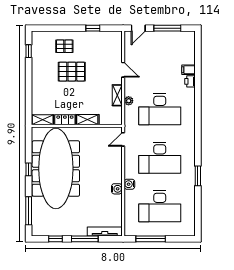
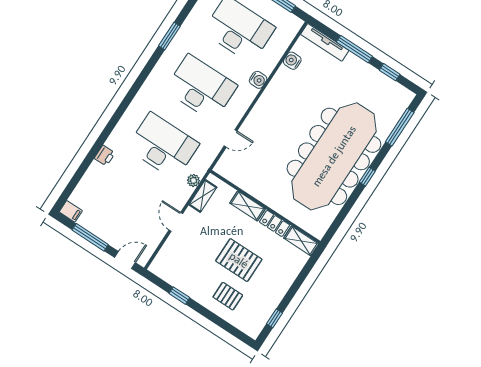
filing cabinet: (189, 70) -> (71, 211), moved
shelving: (43, 120) -> (301, 241), moved
locker: (65, 120) -> (275, 223), moved
shelving: (87, 120) -> (248, 206), moved
wall: (77, 126) -> (265, 207), moved
water cooler: (117, 189) -> (292, 61), moved

